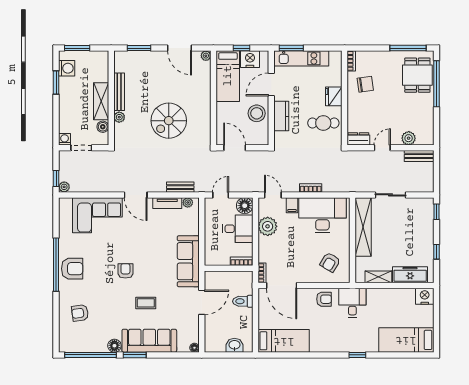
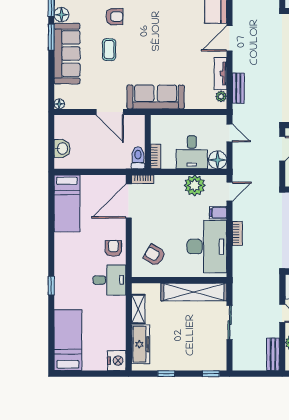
armchair: (125, 271) -> (114, 17), moved
armchair: (324, 299) -> (113, 248), turned 180
toilet: (243, 301) -> (138, 158), moved

